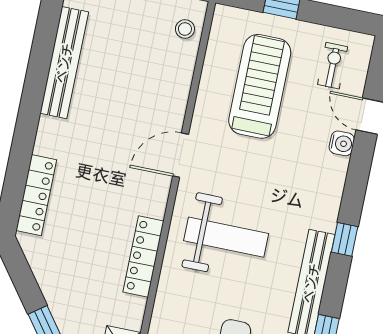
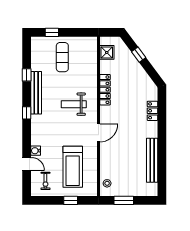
locker: (36, 195) -> (152, 111), width x0.66
weight bench: (226, 237) -> (74, 104), width x0.73, depth x0.75

